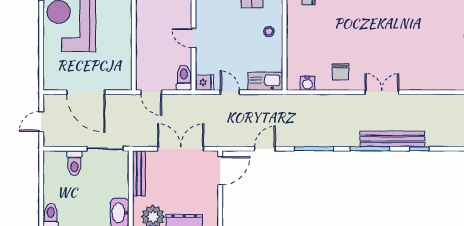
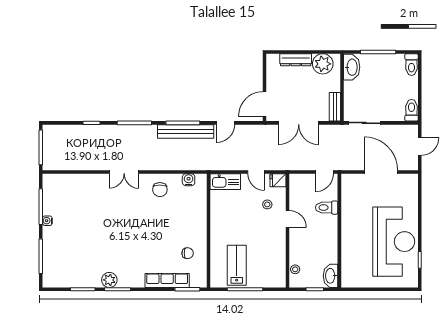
stool: (269, 32) -> (267, 204), moved
chair: (341, 72) -> (160, 190), turned 180
toilet: (184, 78) -> (327, 208), moved, turned 90
door: (151, 92) -> (324, 172), swing flipped
bench: (392, 139) -> (186, 131), moved
toilet: (74, 163) -> (412, 110), moved
bench: (139, 173) -> (335, 107), width x0.73

